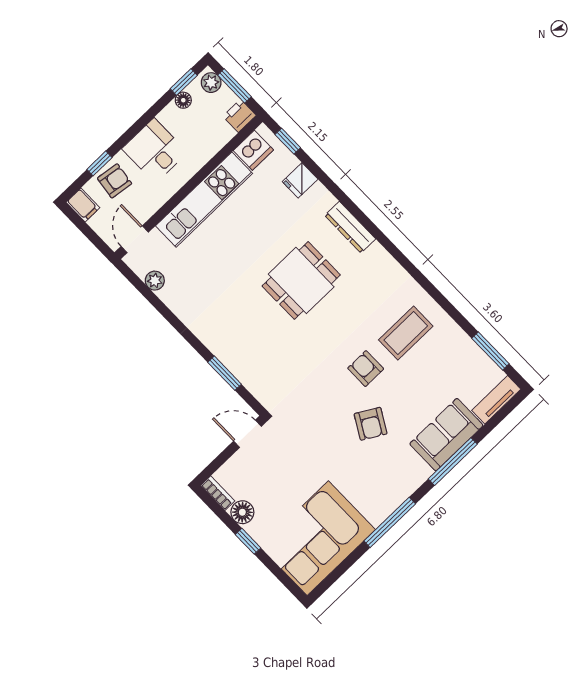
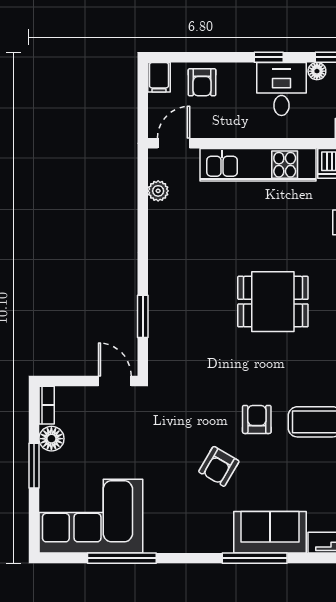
desk: (155, 151) -> (281, 89), moved
window: (99, 163) -> (269, 57), moved
armchair: (115, 181) -> (202, 82), turned 82
window: (390, 522) -> (122, 558), moved
window: (248, 541) -> (34, 466), width x1.50

